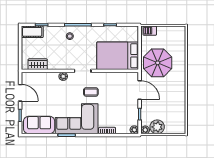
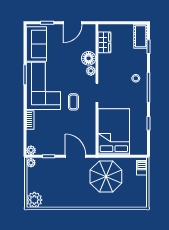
floor lamp: (52, 78) -> (89, 58), added
door: (140, 90) -> (76, 156), swing flipped
plant: (157, 127) -> (34, 200), moved

